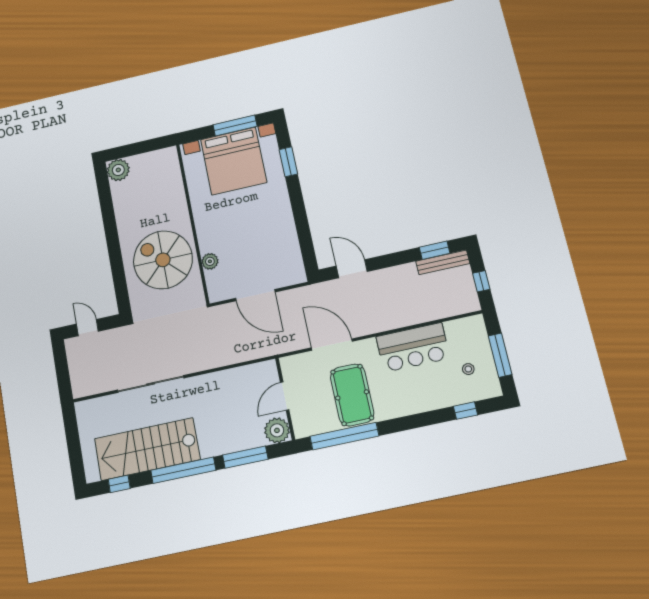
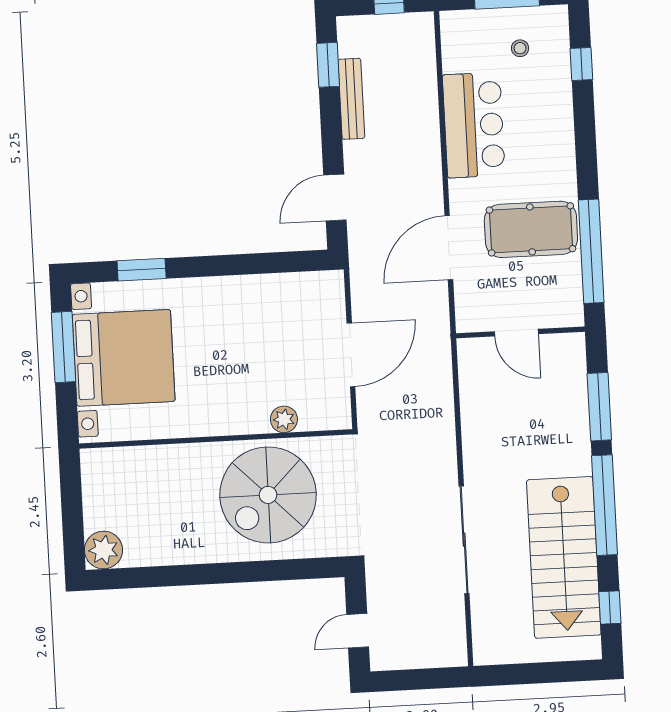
bench: (443, 262) -> (351, 99), moved
plant: (277, 430) -> (567, 352), removed

